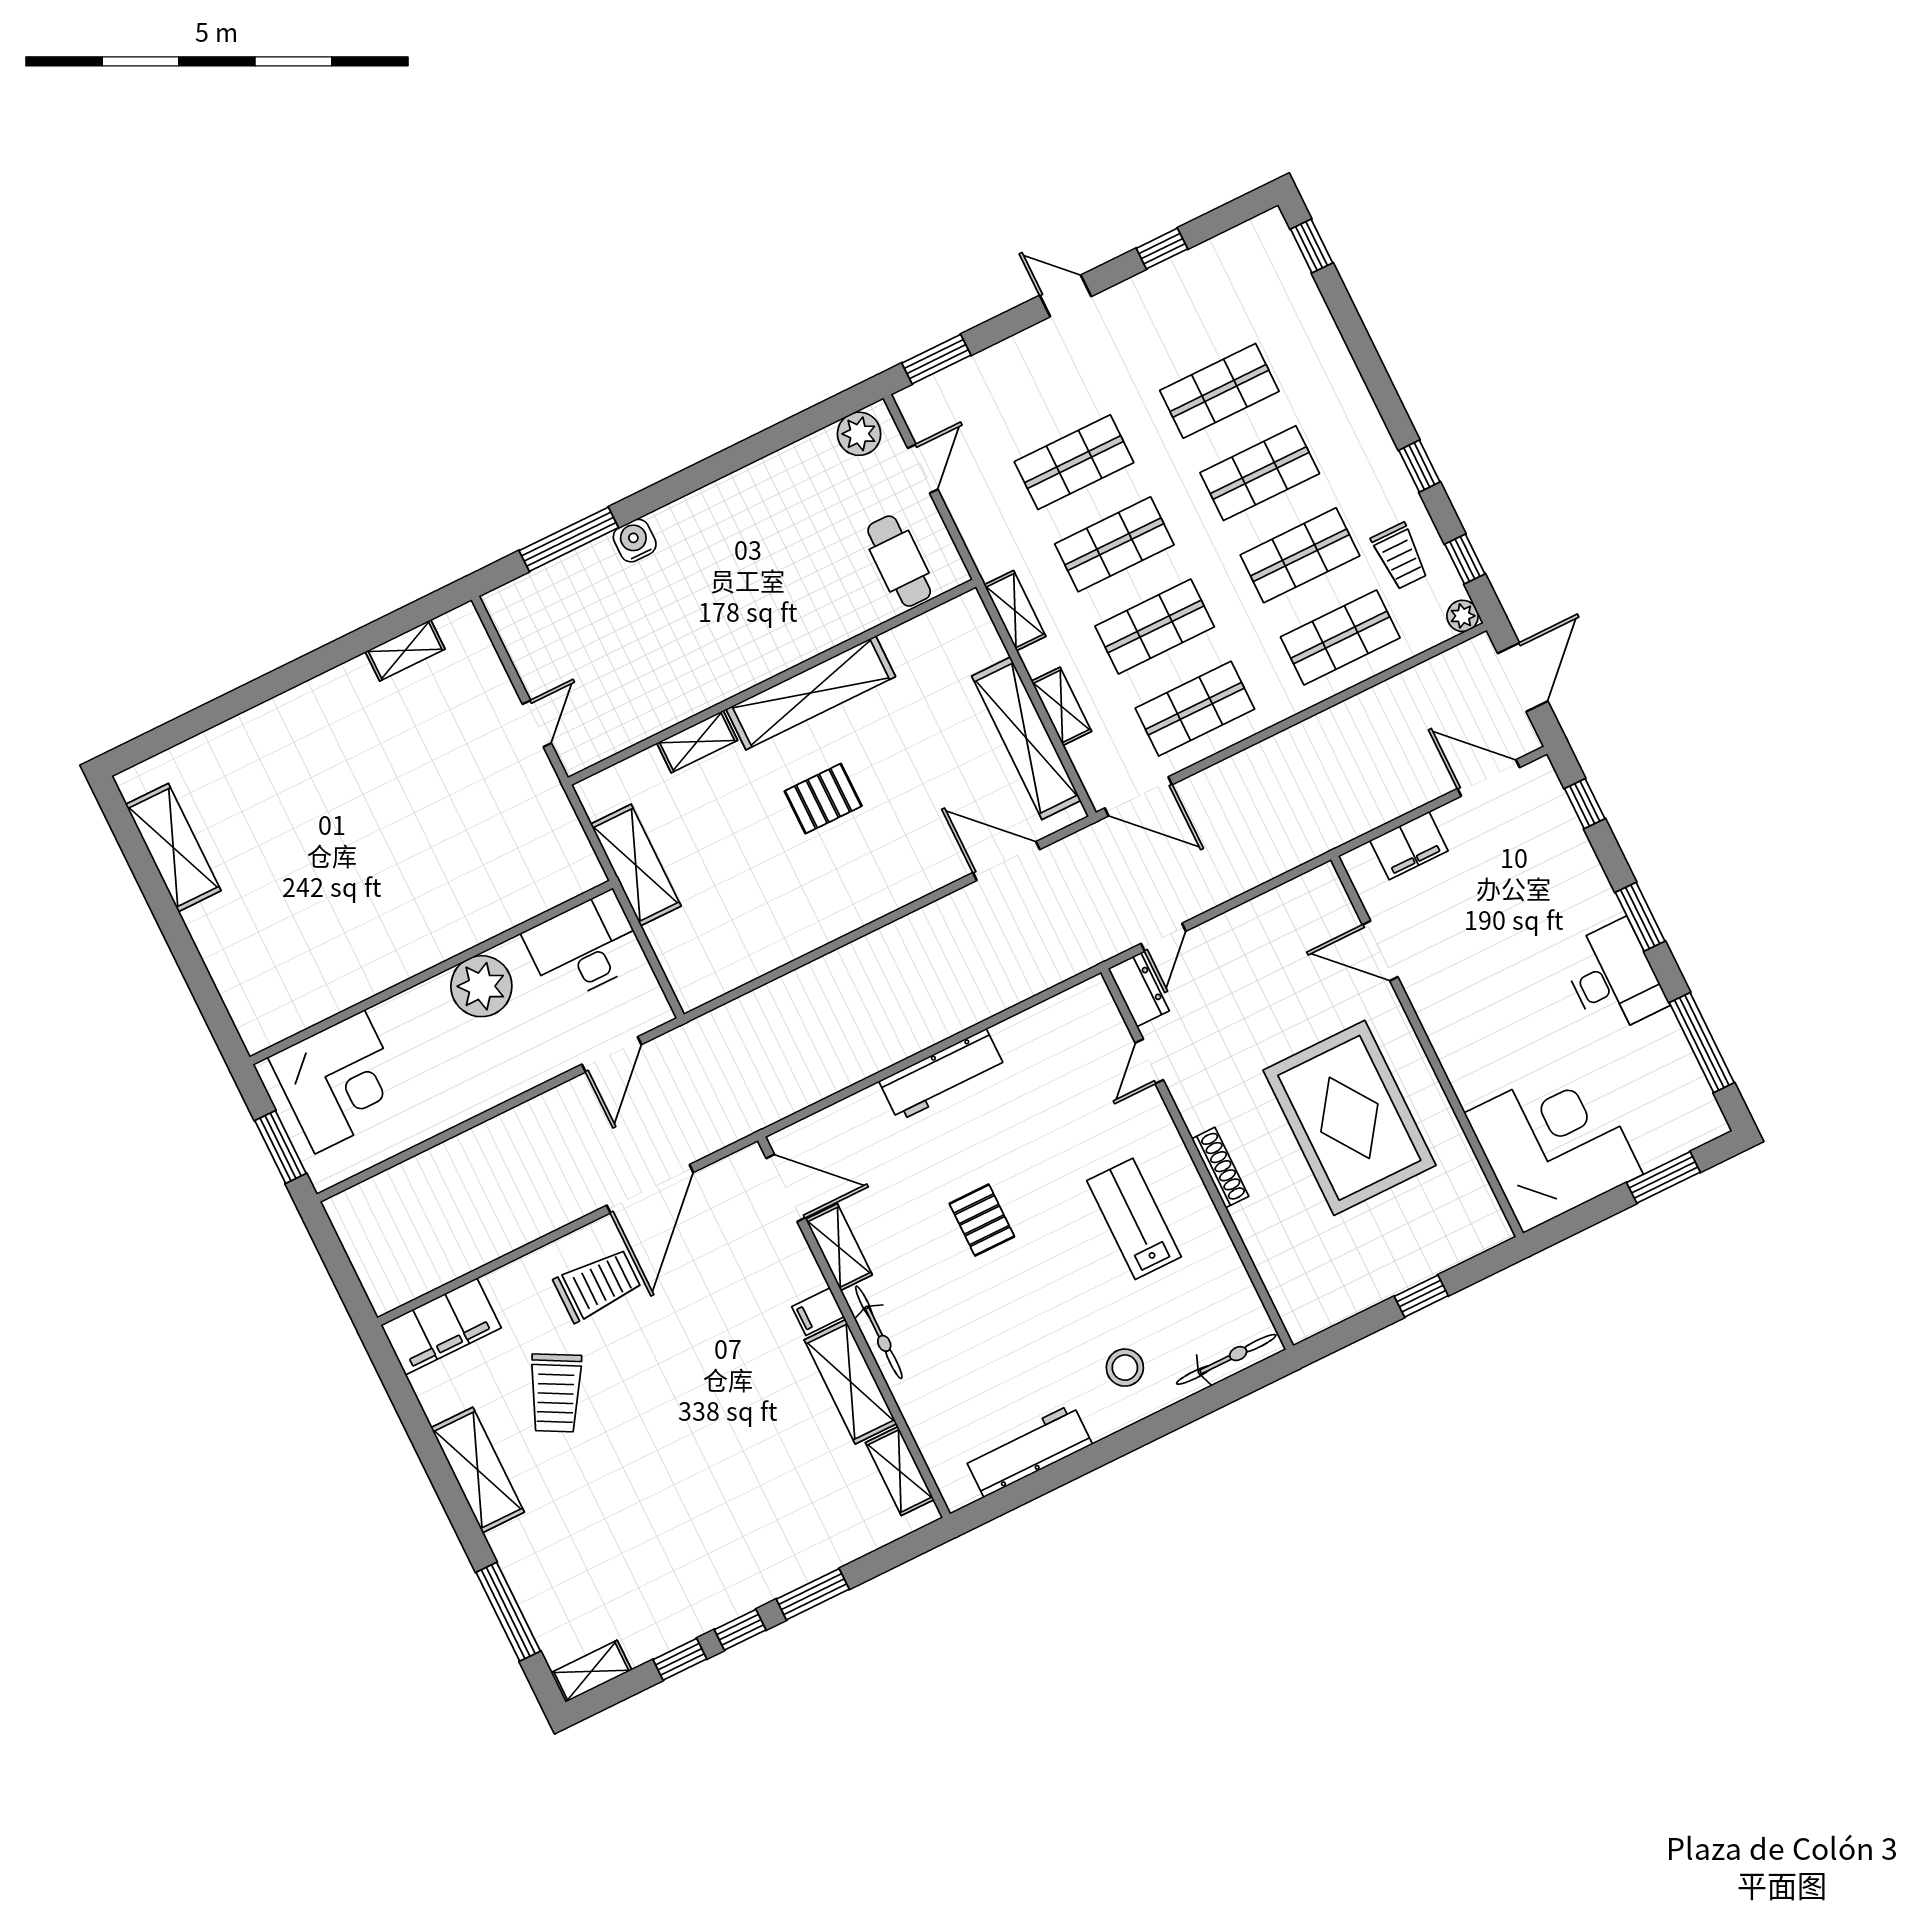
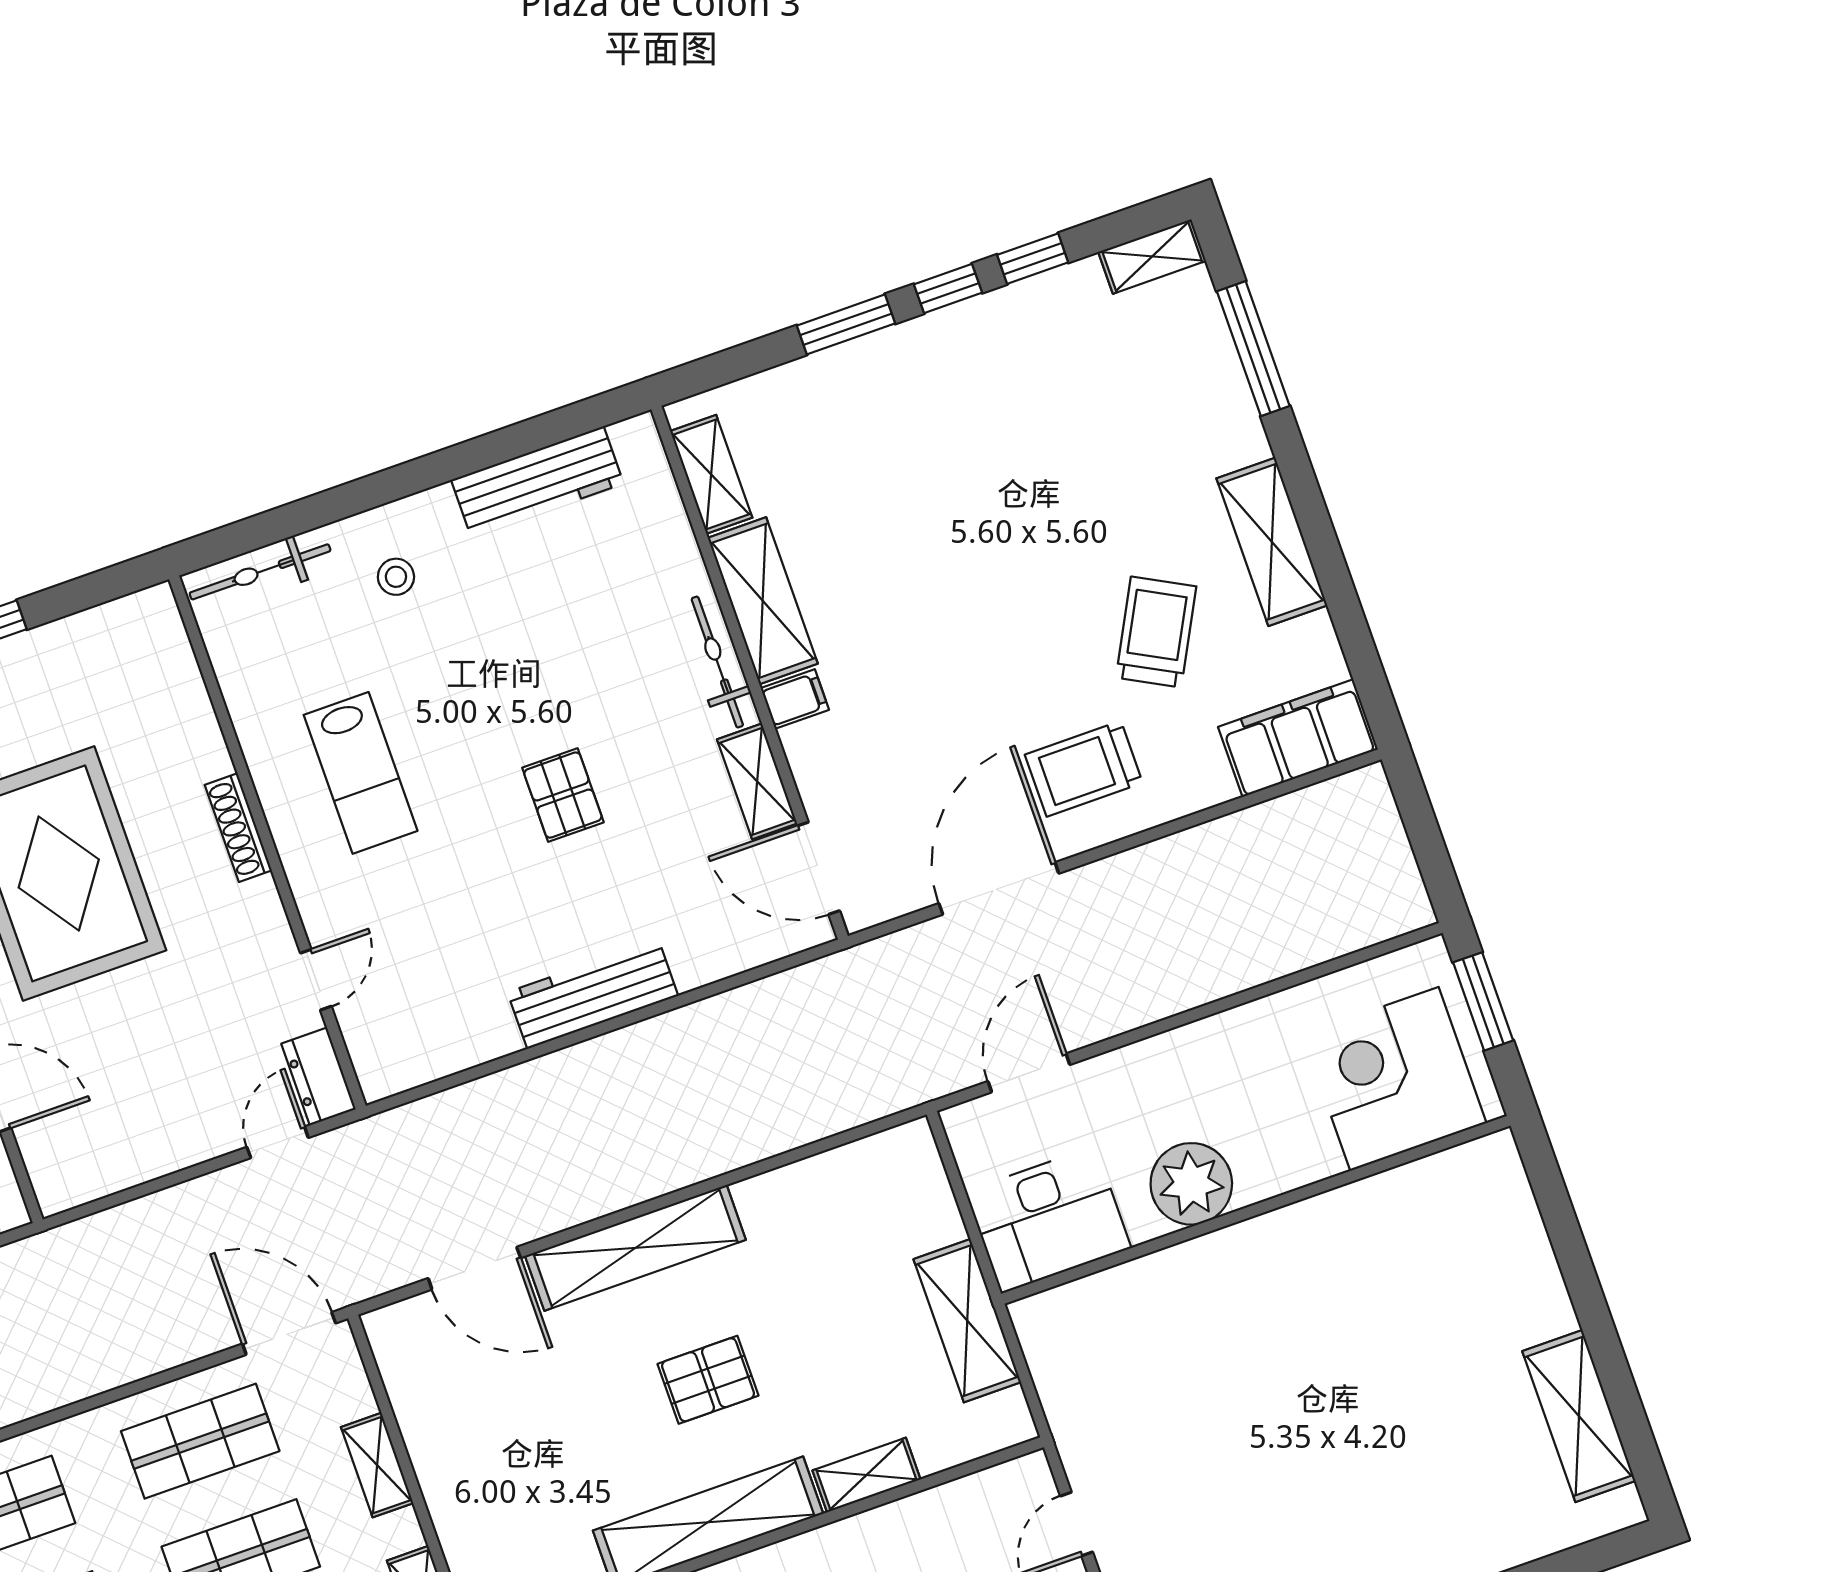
shelving: (1026, 738) -> (635, 1248), moved, turned 90
stool: (1125, 1368) -> (396, 577), width x0.73, depth x0.73

